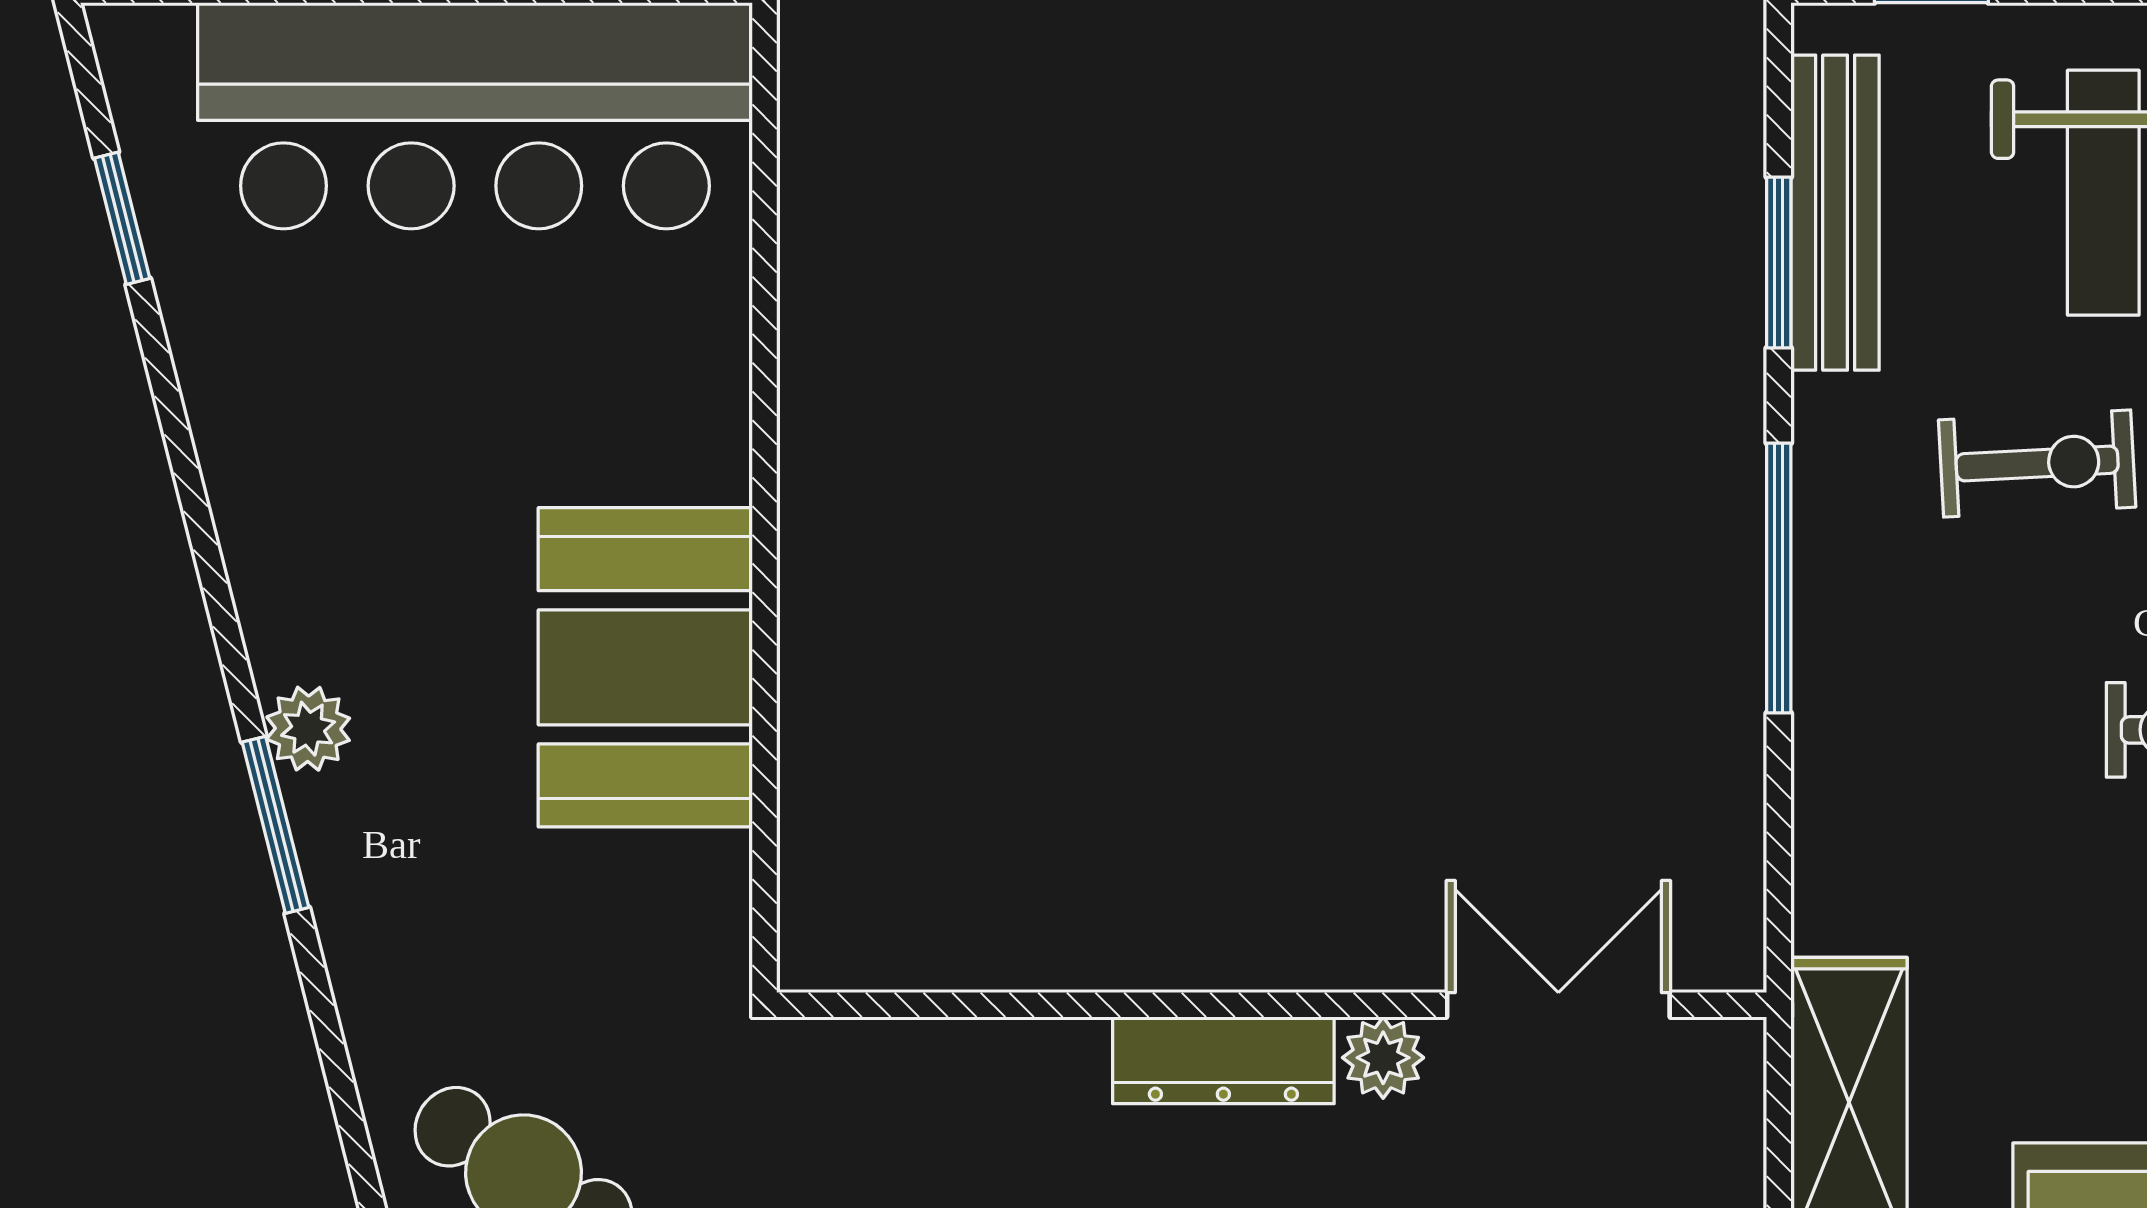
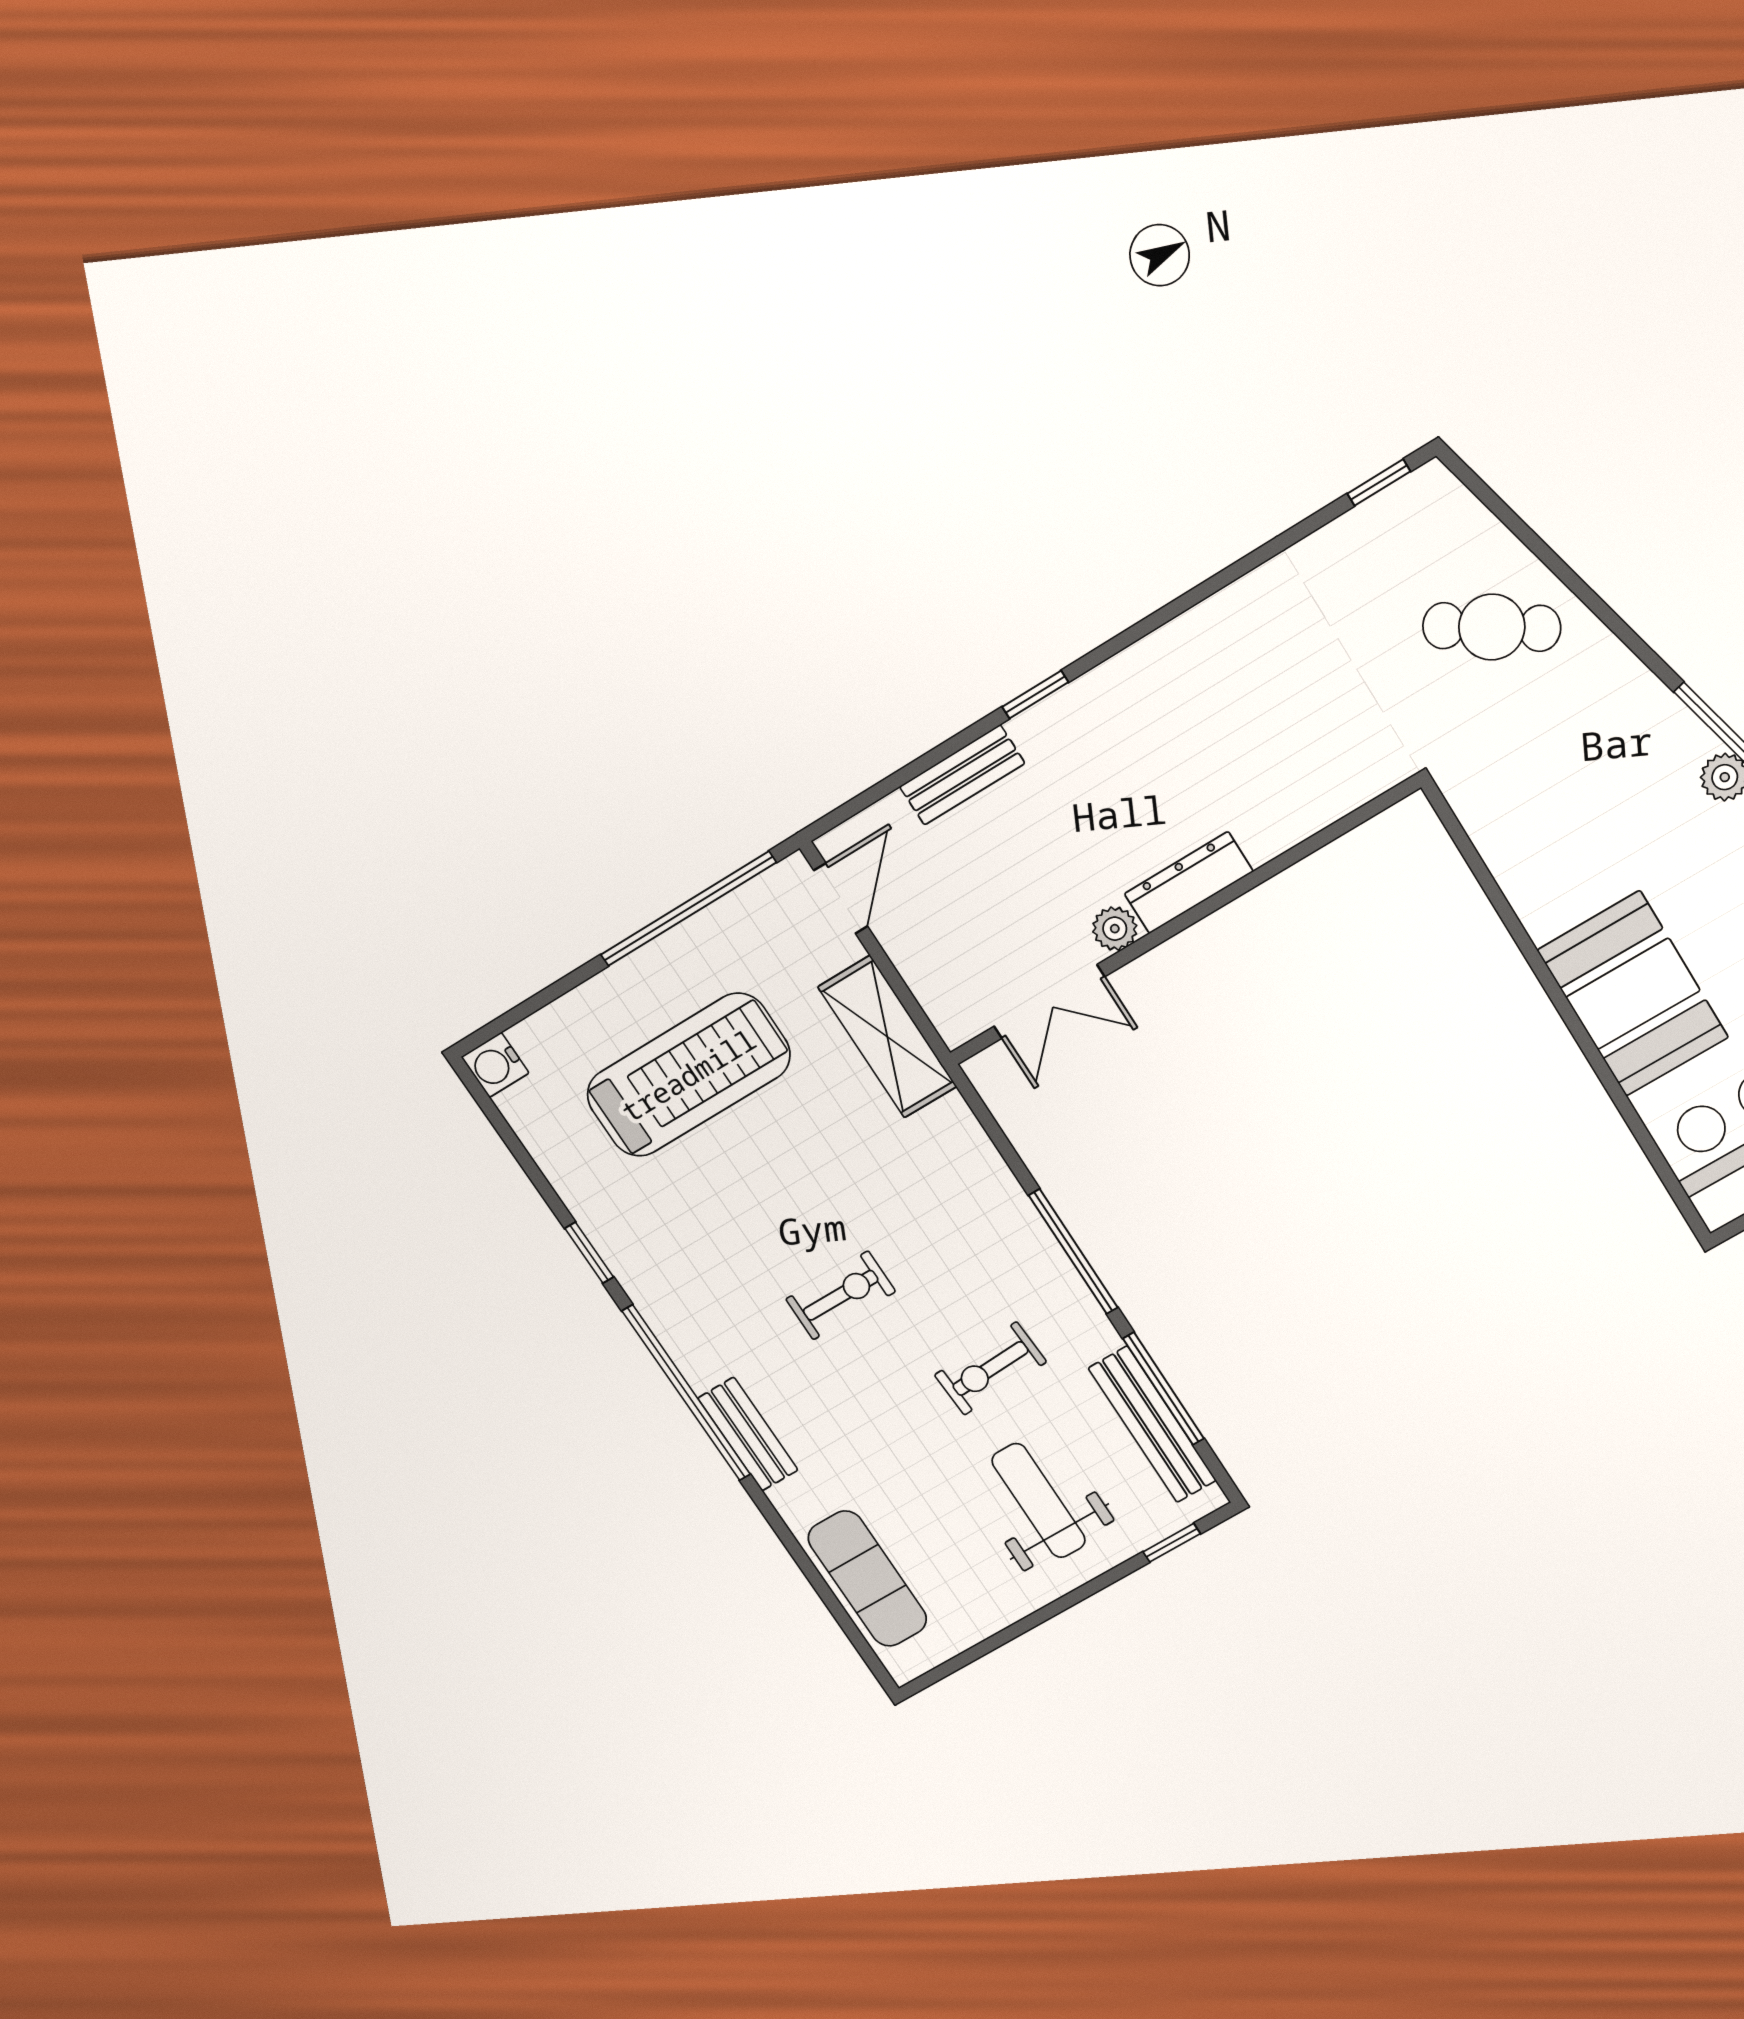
window: (1779, 263) -> (1164, 1389), width x1.44
booth: (645, 667) -> (1633, 994), moved

